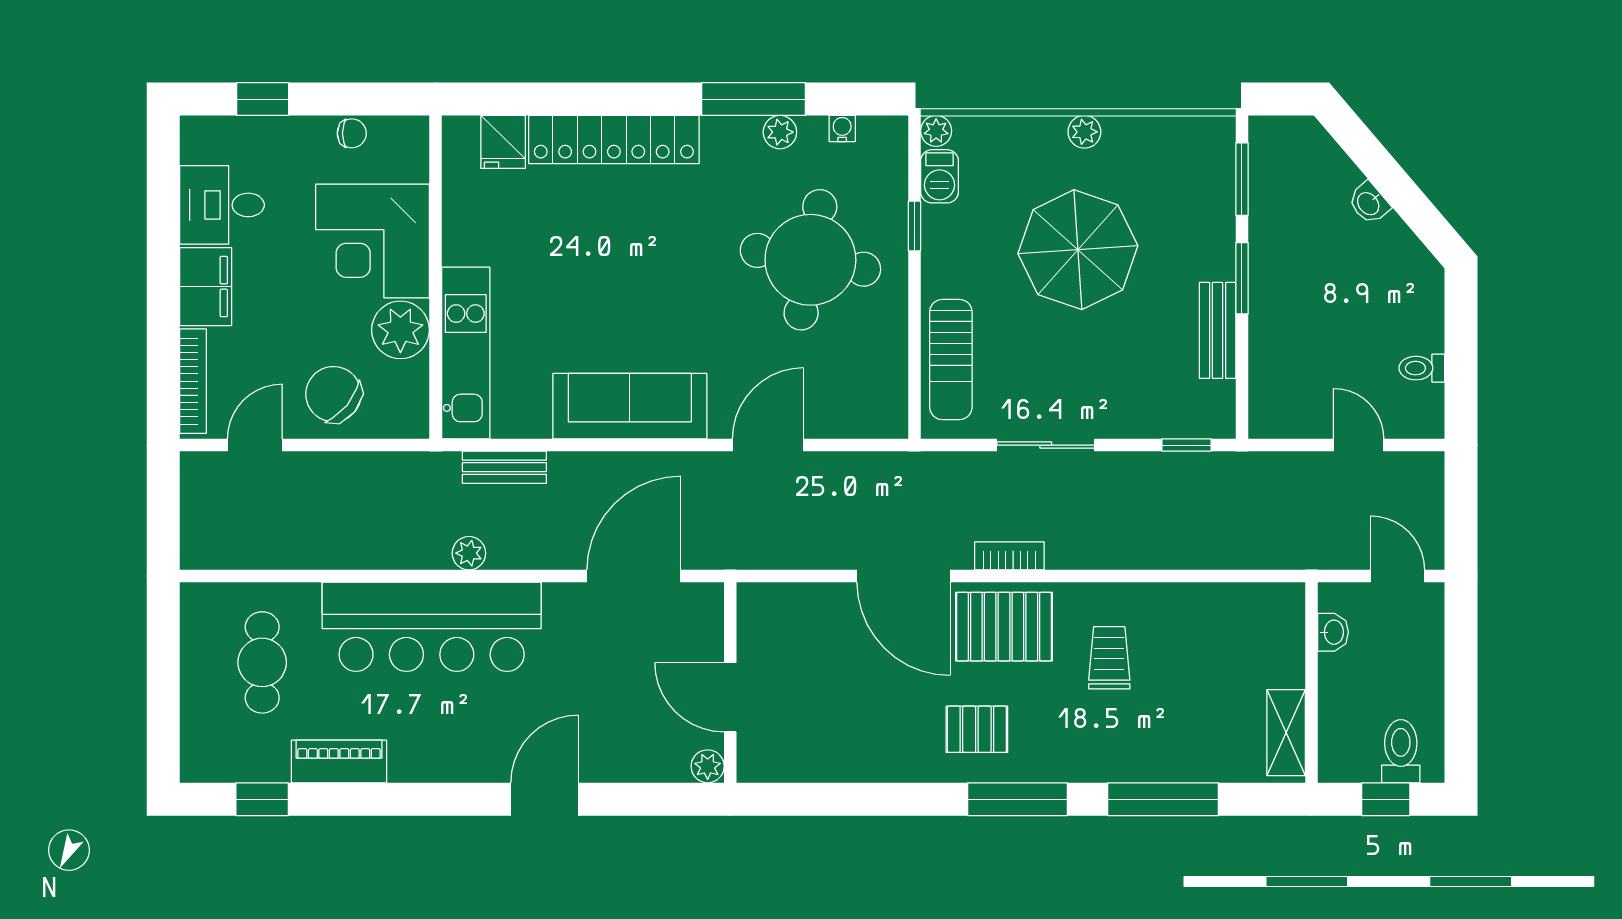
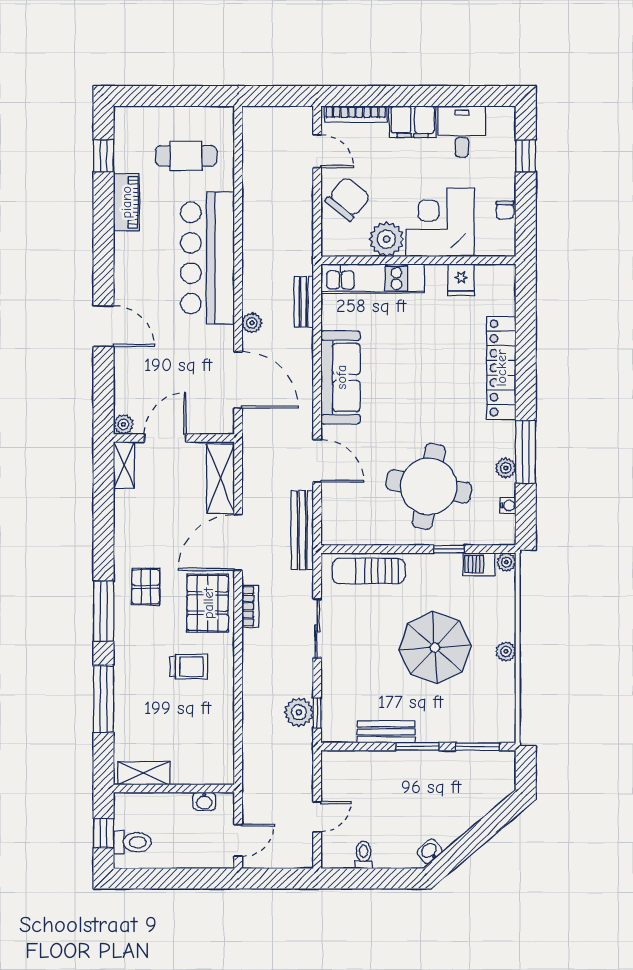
fridge: (503, 142) -> (461, 280), moved, turned -90
washbasin: (1369, 203) -> (430, 851), moved
bench: (883, 470) -> (302, 530), added
plant: (1185, 475) -> (299, 712), added
plant: (469, 553) -> (252, 323), moved
shelving: (798, 605) -> (221, 479), added
shelving: (775, 765) -> (124, 465), added

